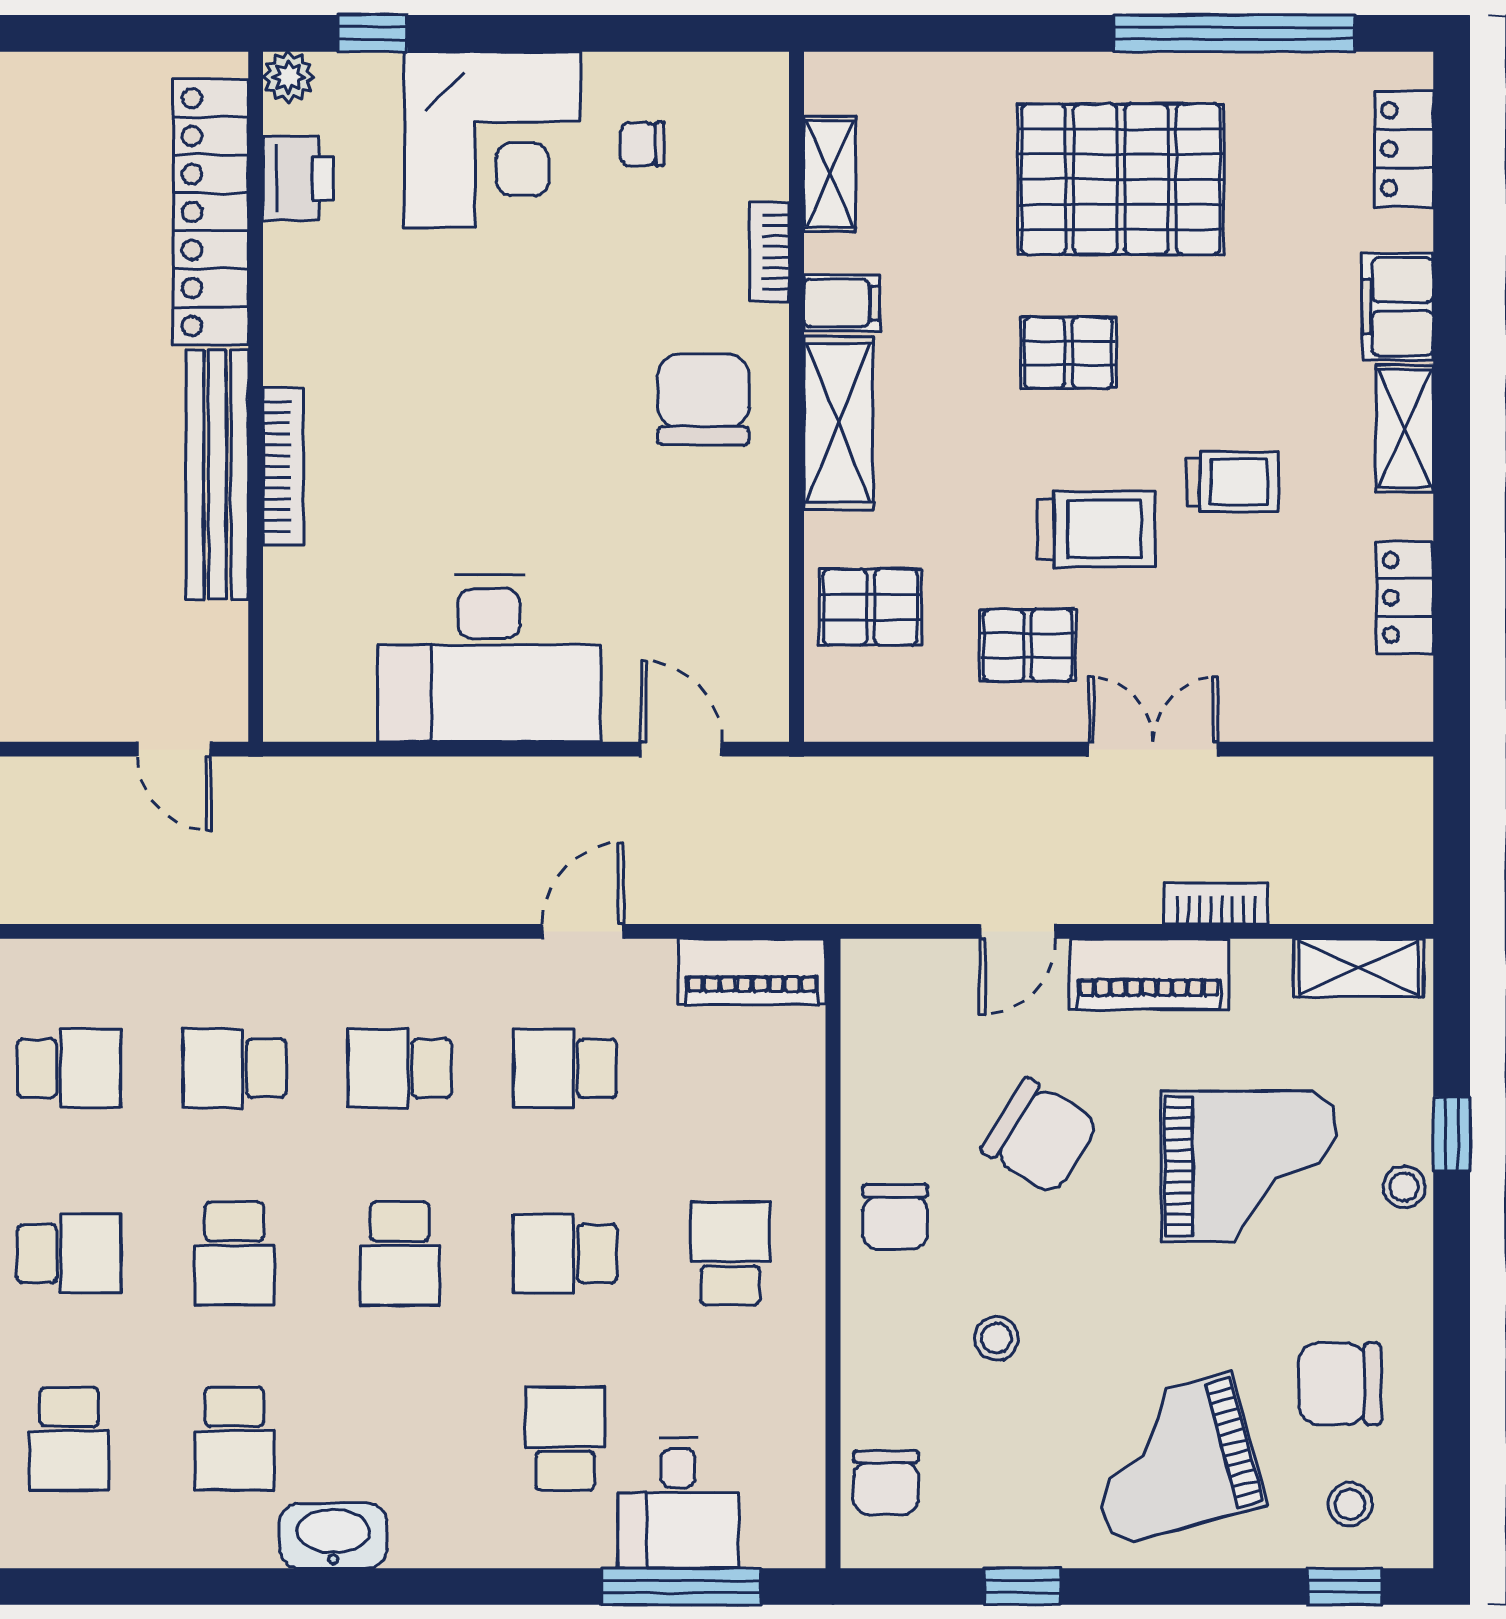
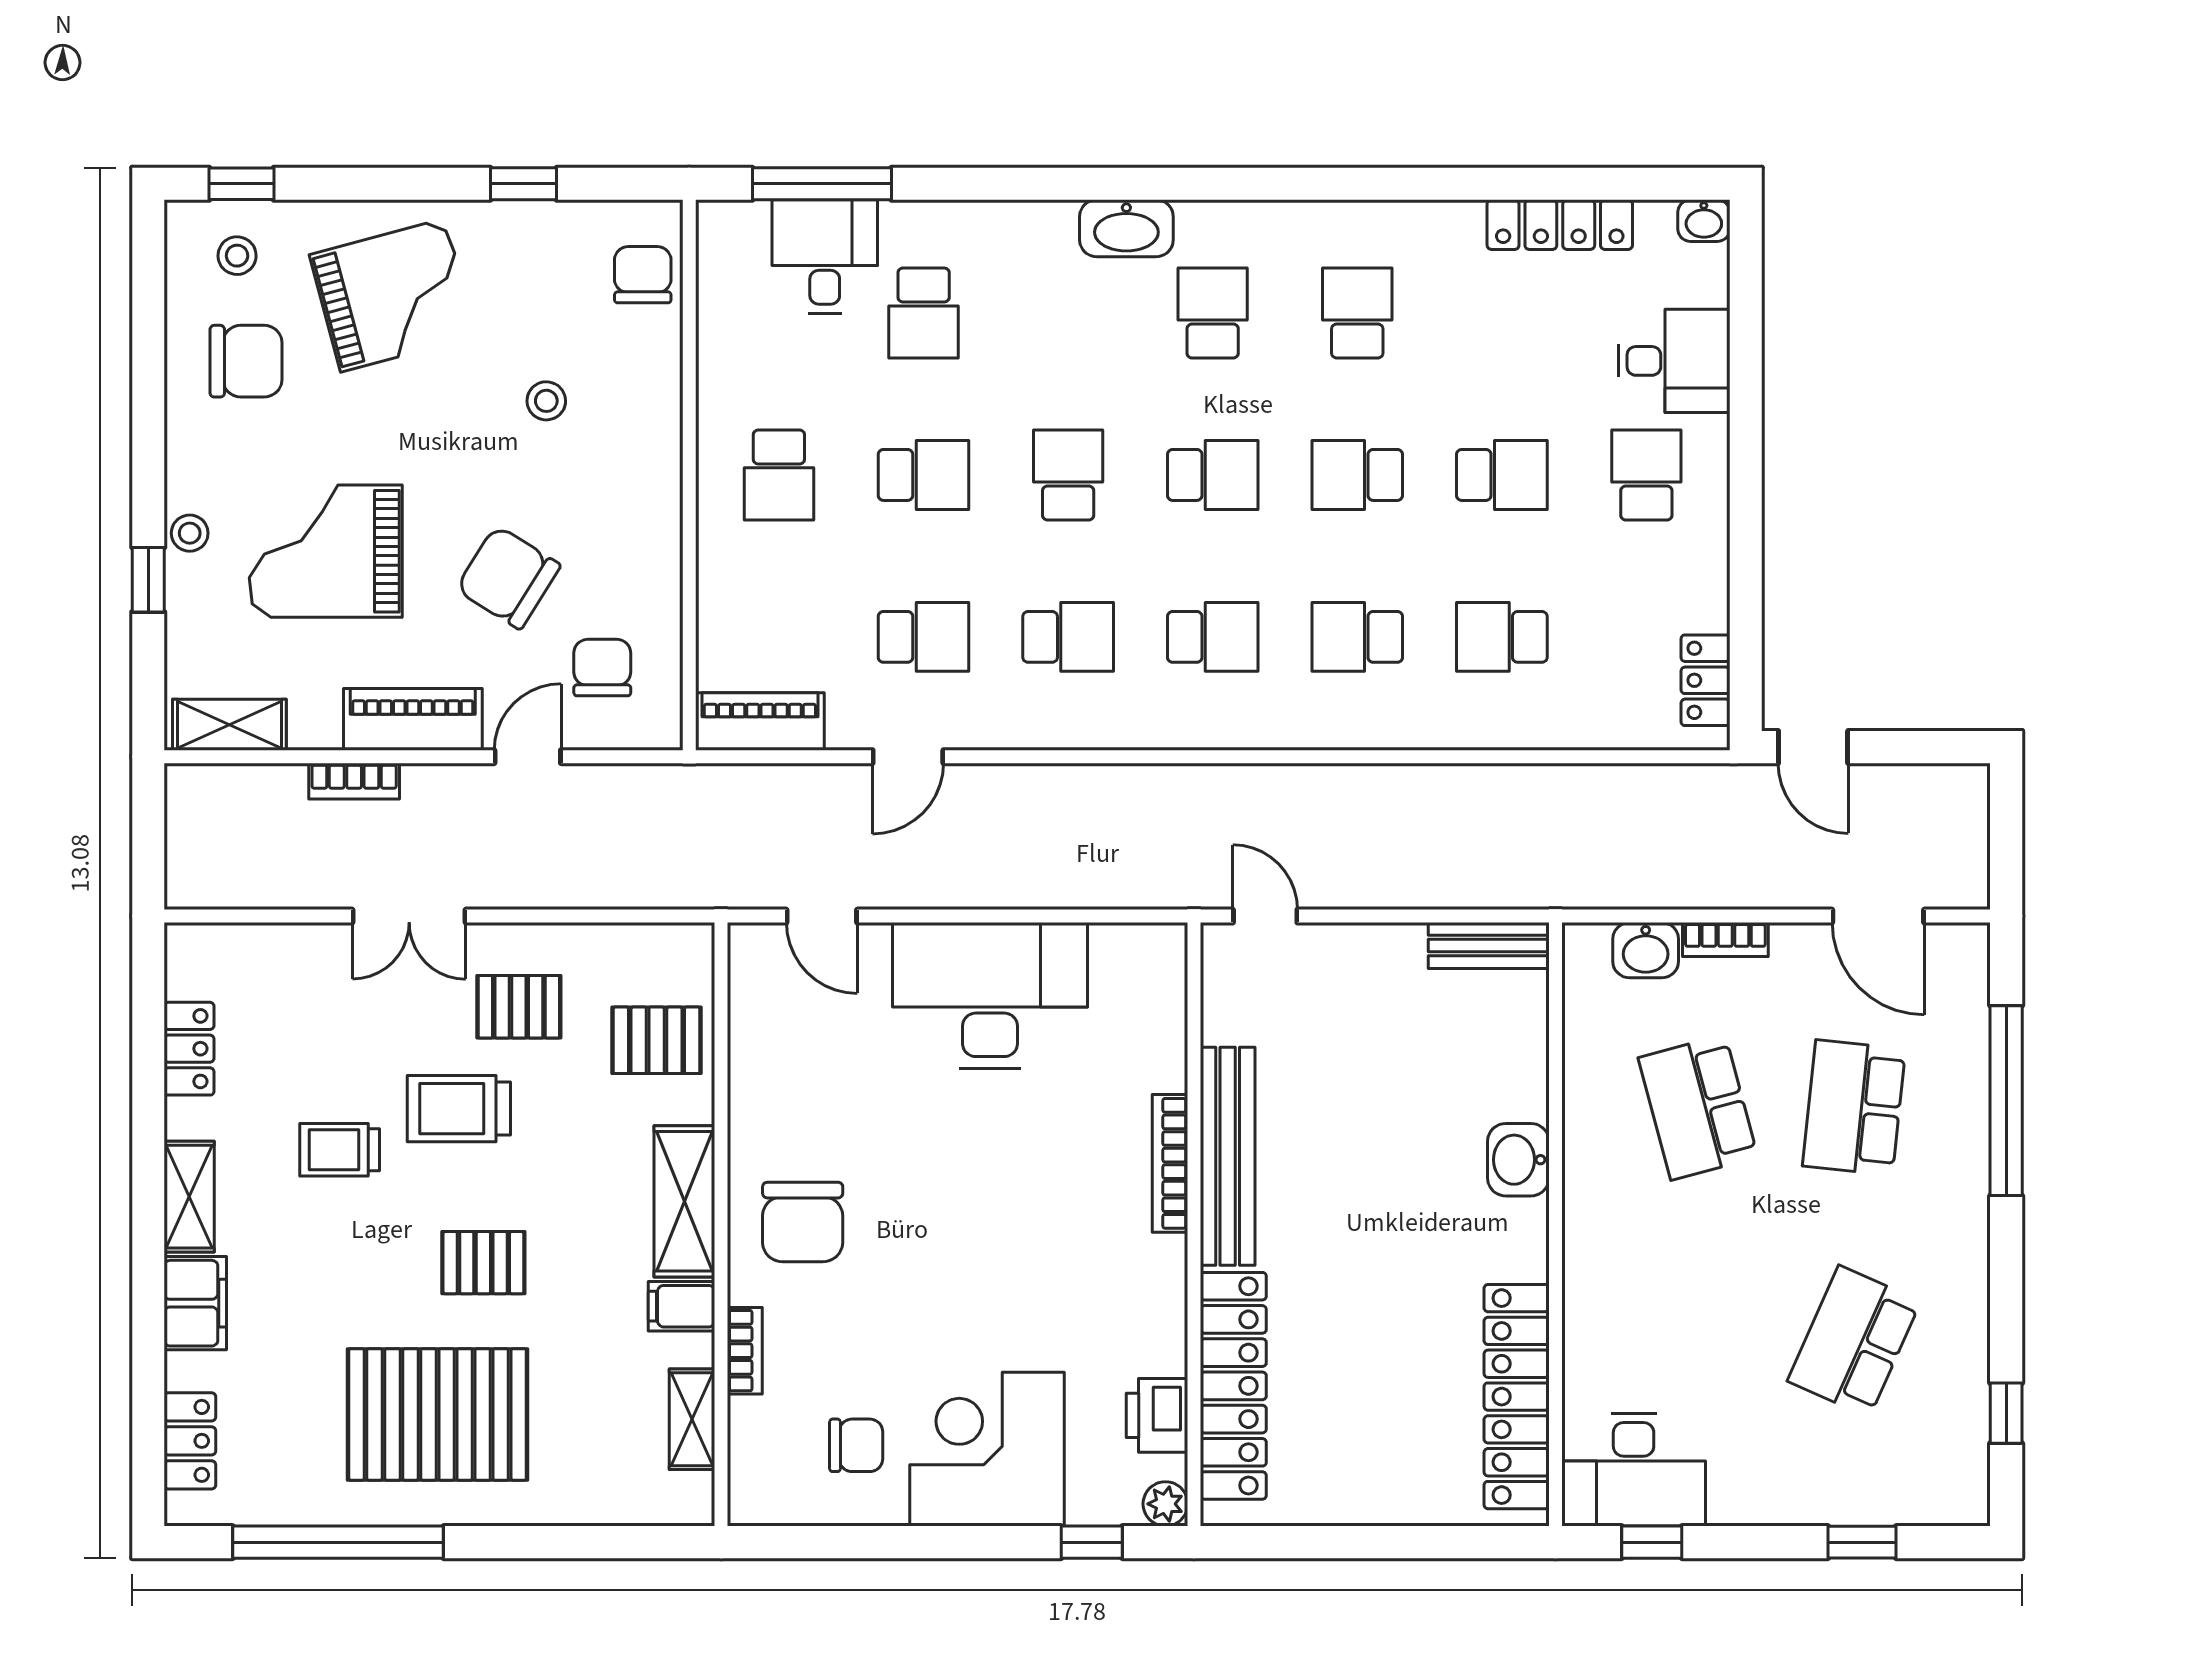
chair: (642, 144) -> (856, 1445), width x1.37, depth x1.37
chair: (895, 1217) -> (602, 668), moved
school desk: (234, 1254) -> (1213, 475), turned 90

